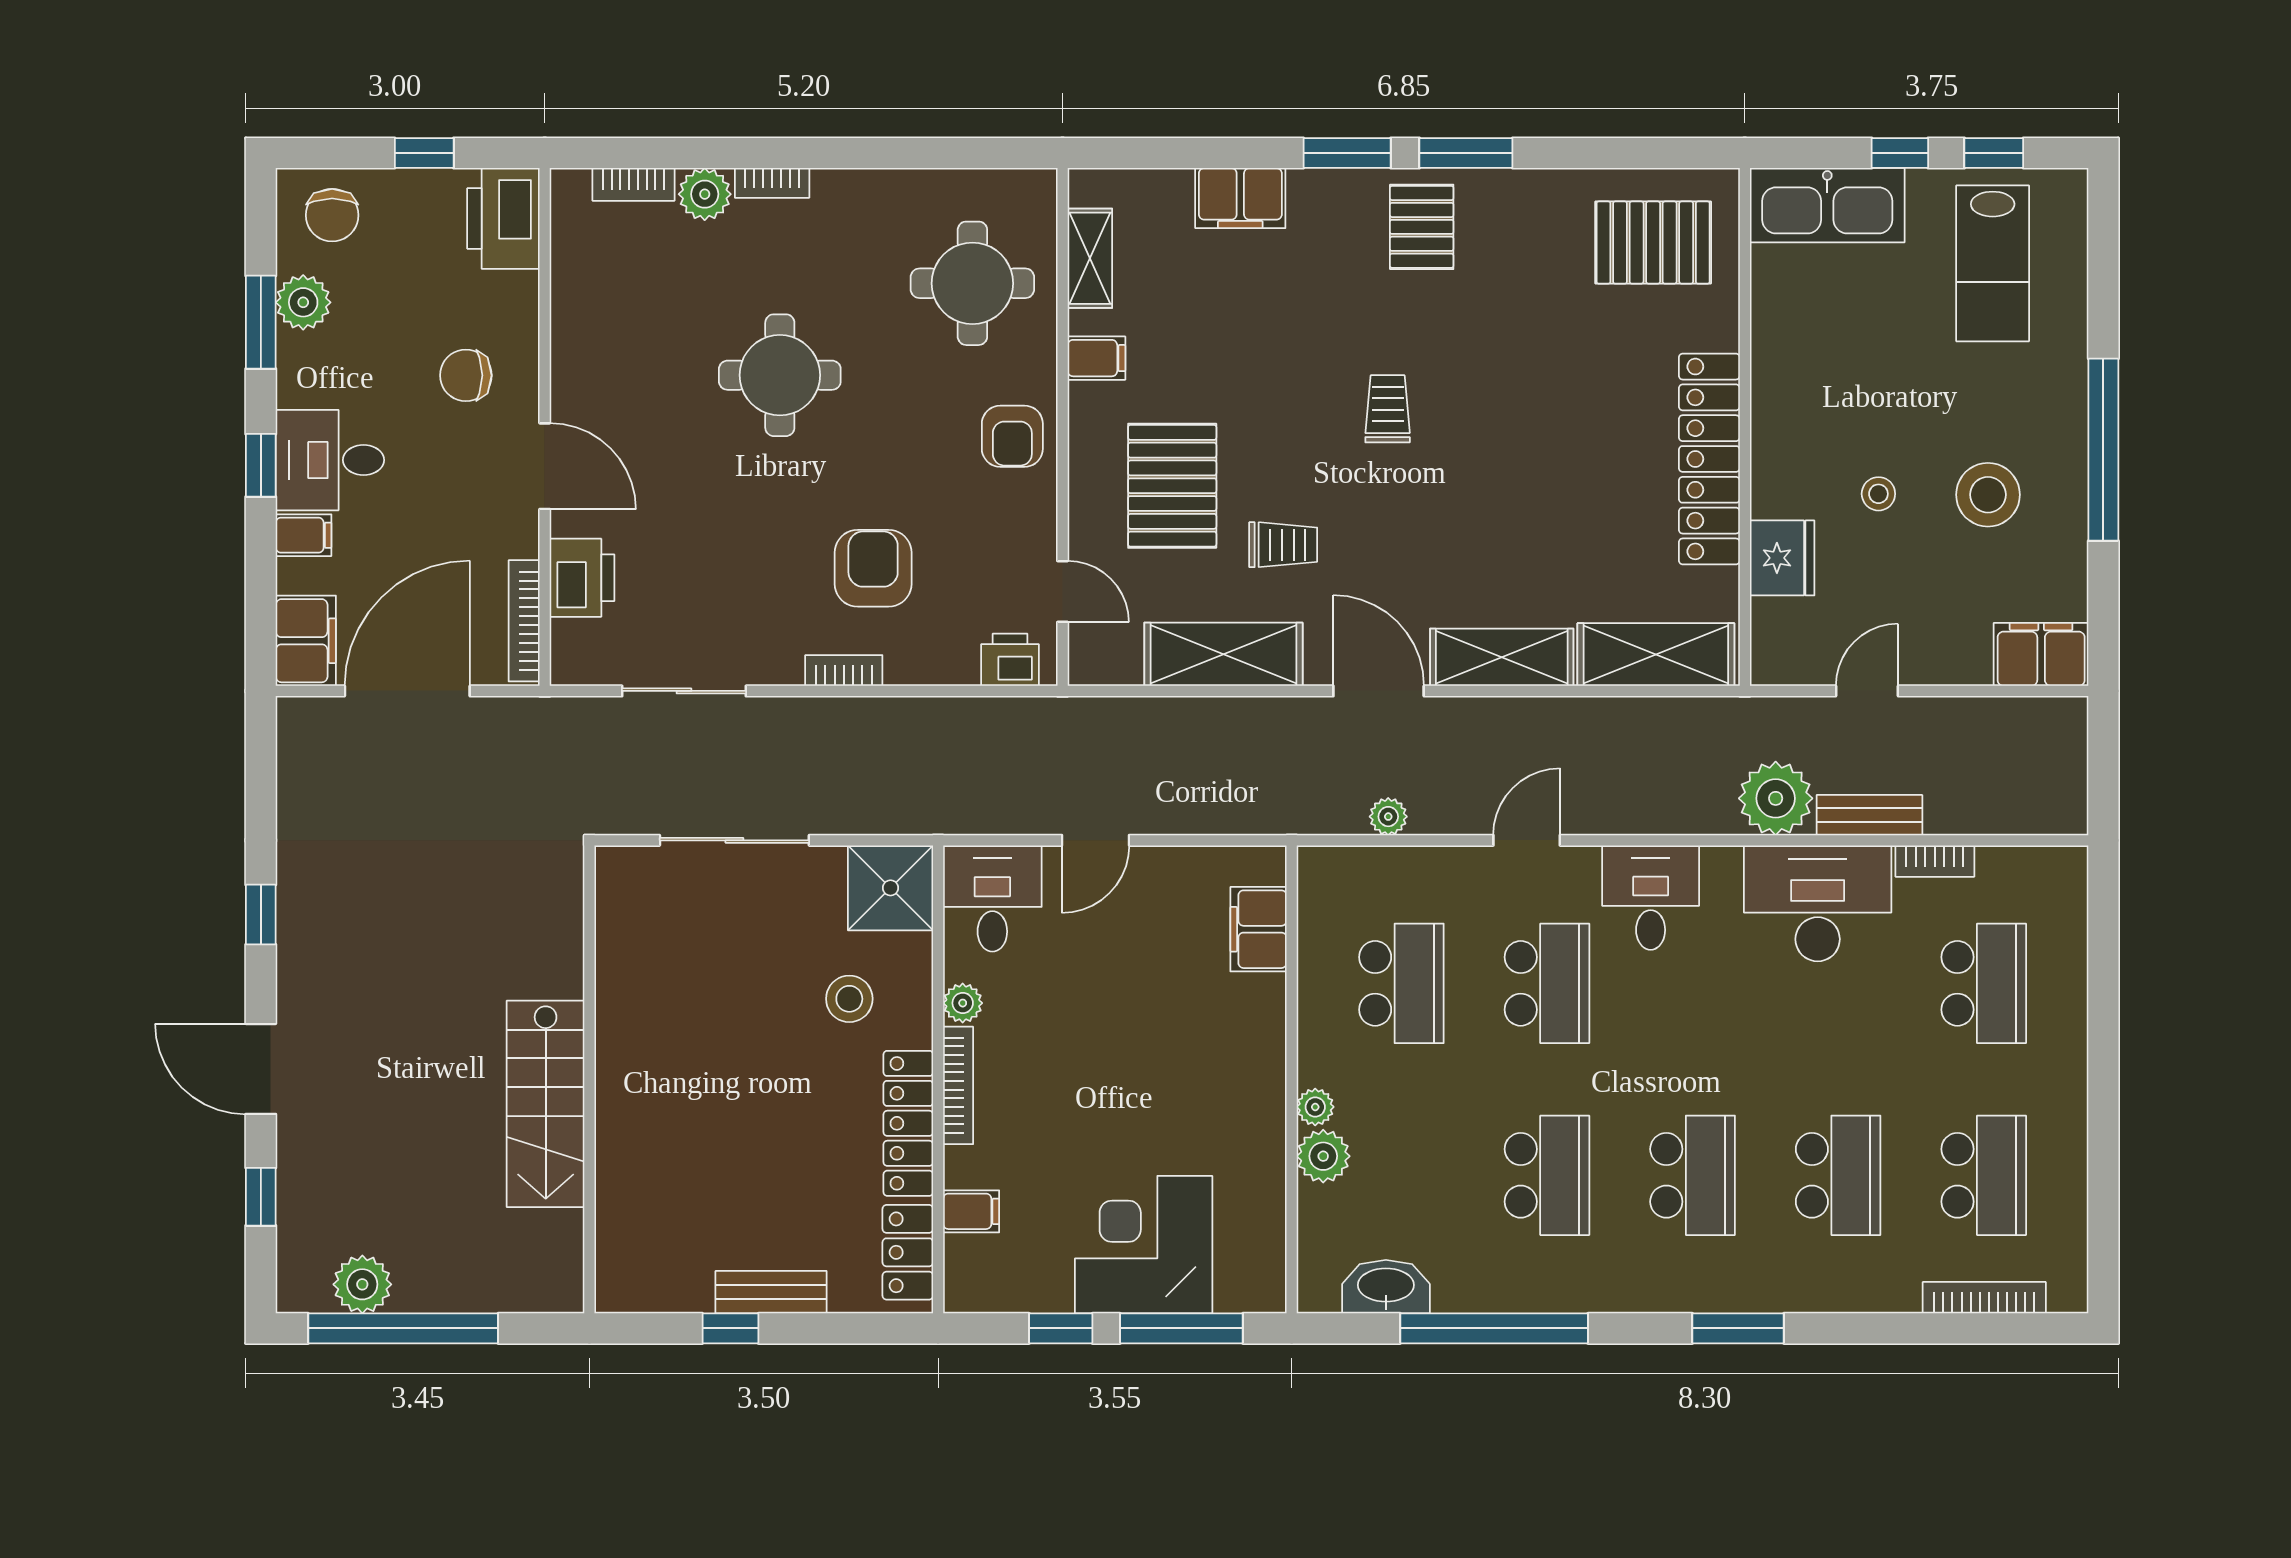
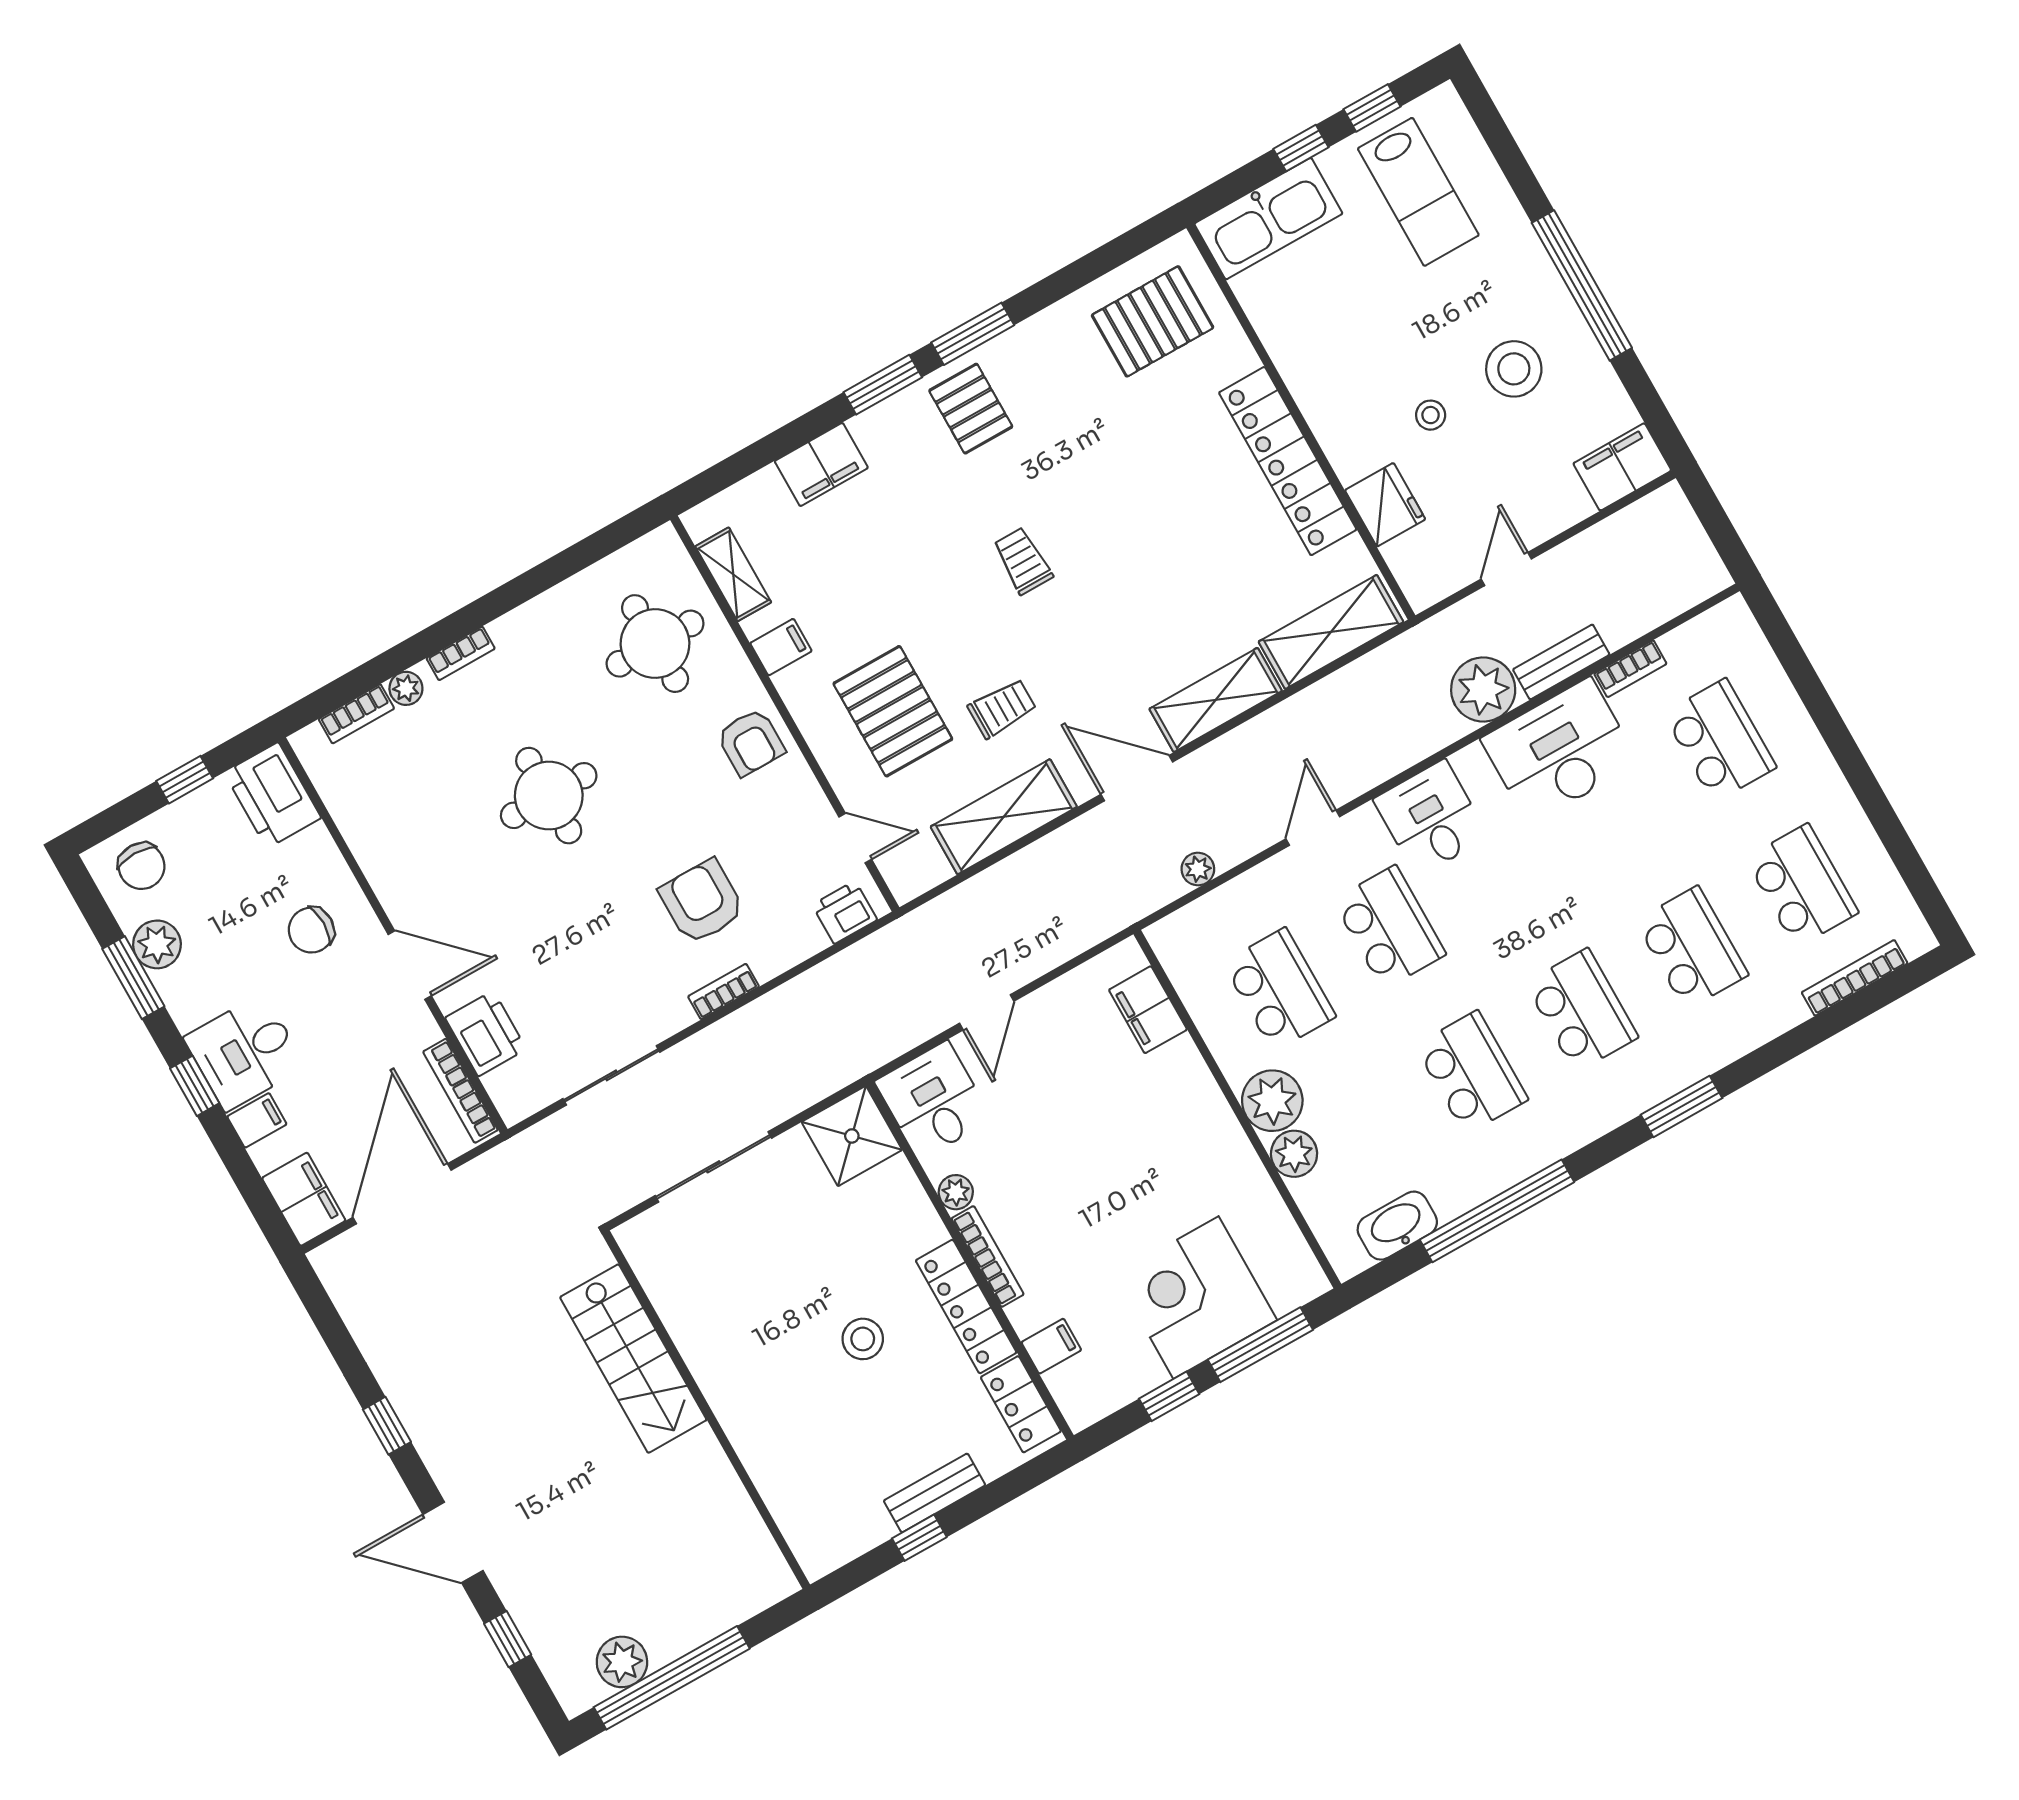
plant: (705, 194) -> (406, 688), width x0.73, depth x0.73
stool: (849, 999) -> (863, 1339), moved
stairs: (546, 1104) -> (633, 1359), moved
plant: (1315, 1107) -> (1272, 1101), width x1.88, depth x1.88

